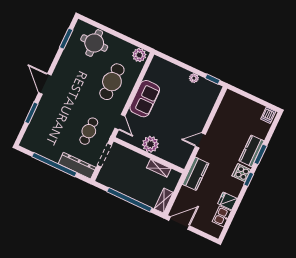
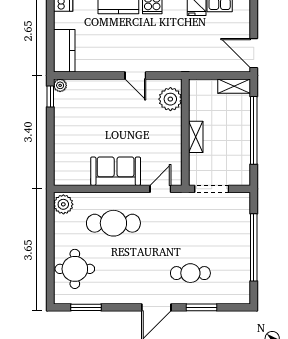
plant: (194, 78) -> (60, 85), moved
cafe table: (89, 131) -> (190, 273), moved
plant: (150, 144) -> (170, 99), moved
dresser: (77, 166) -> (241, 218), removed
shelving: (159, 168) -> (196, 137), moved
kitchen counter: (196, 174) -> (64, 51), moved, turned 90

